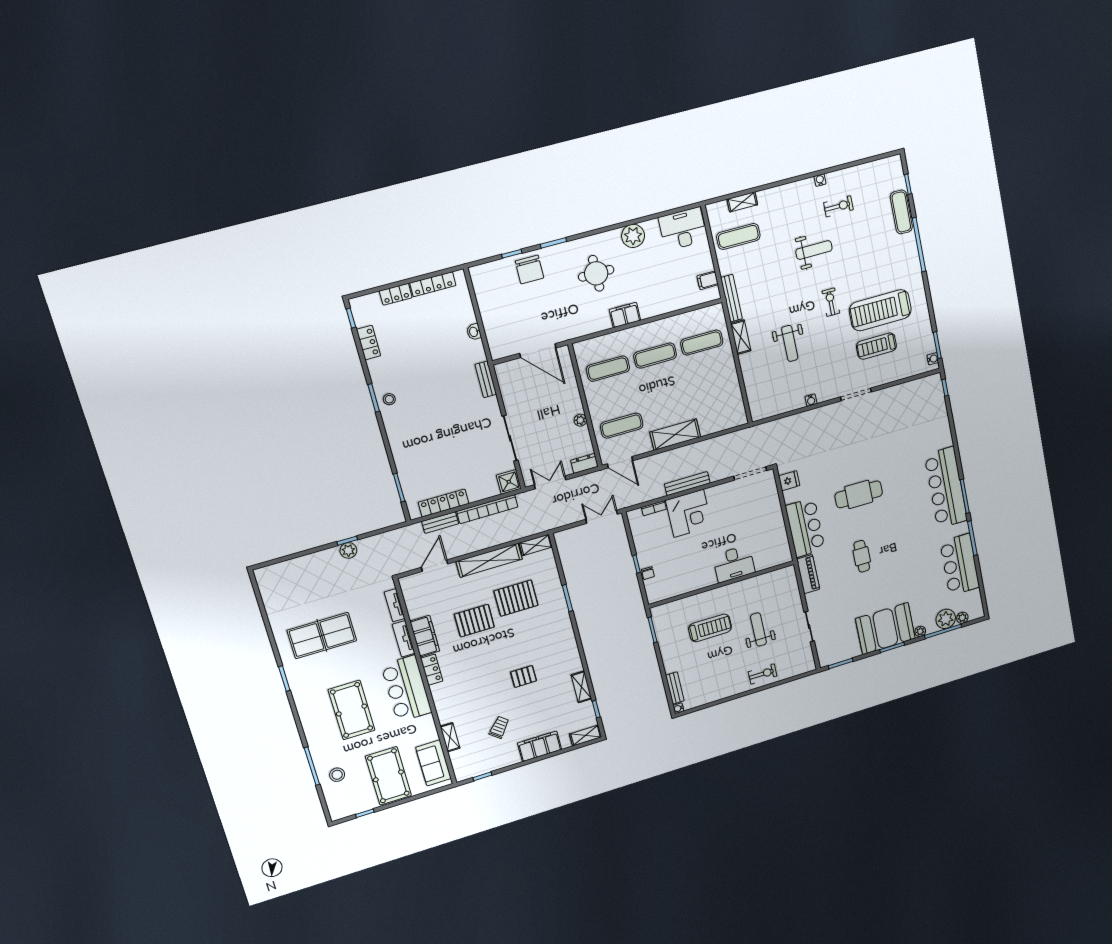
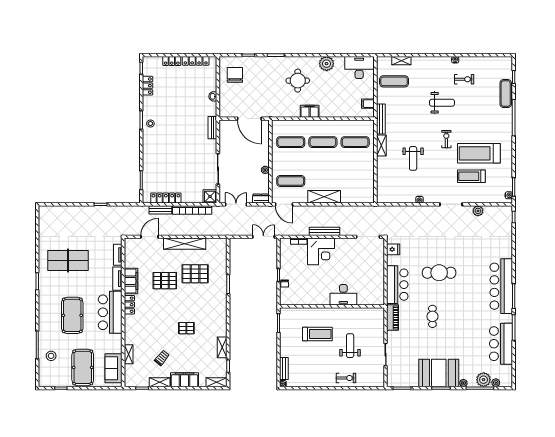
chair: (529, 269) -> (235, 75), moved, turned 180
shelving: (536, 545) -> (160, 382), moved
plant: (348, 550) -> (478, 211), moved

